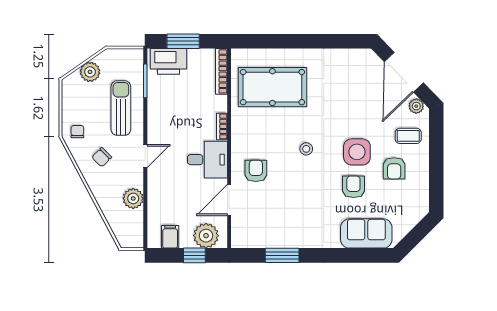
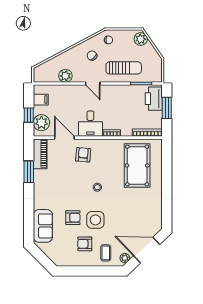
plant: (90, 72) -> (141, 39), moved
armchair: (256, 171) -> (83, 155), turned -85
piano: (254, 238) -> (40, 154), added

